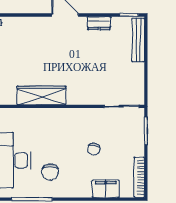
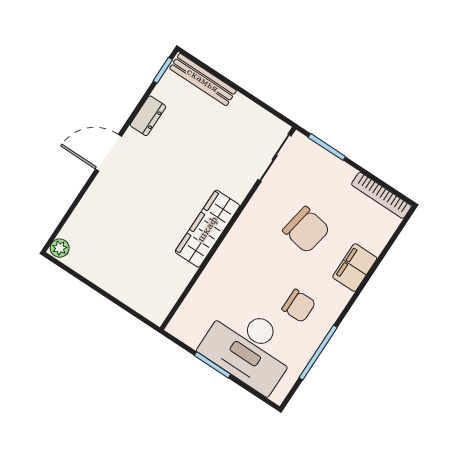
wardrobe: (41, 95) -> (207, 229), moved
chair: (94, 149) -> (306, 230), width x1.87, depth x1.87
filing cabinet: (106, 189) -> (355, 268), moved

